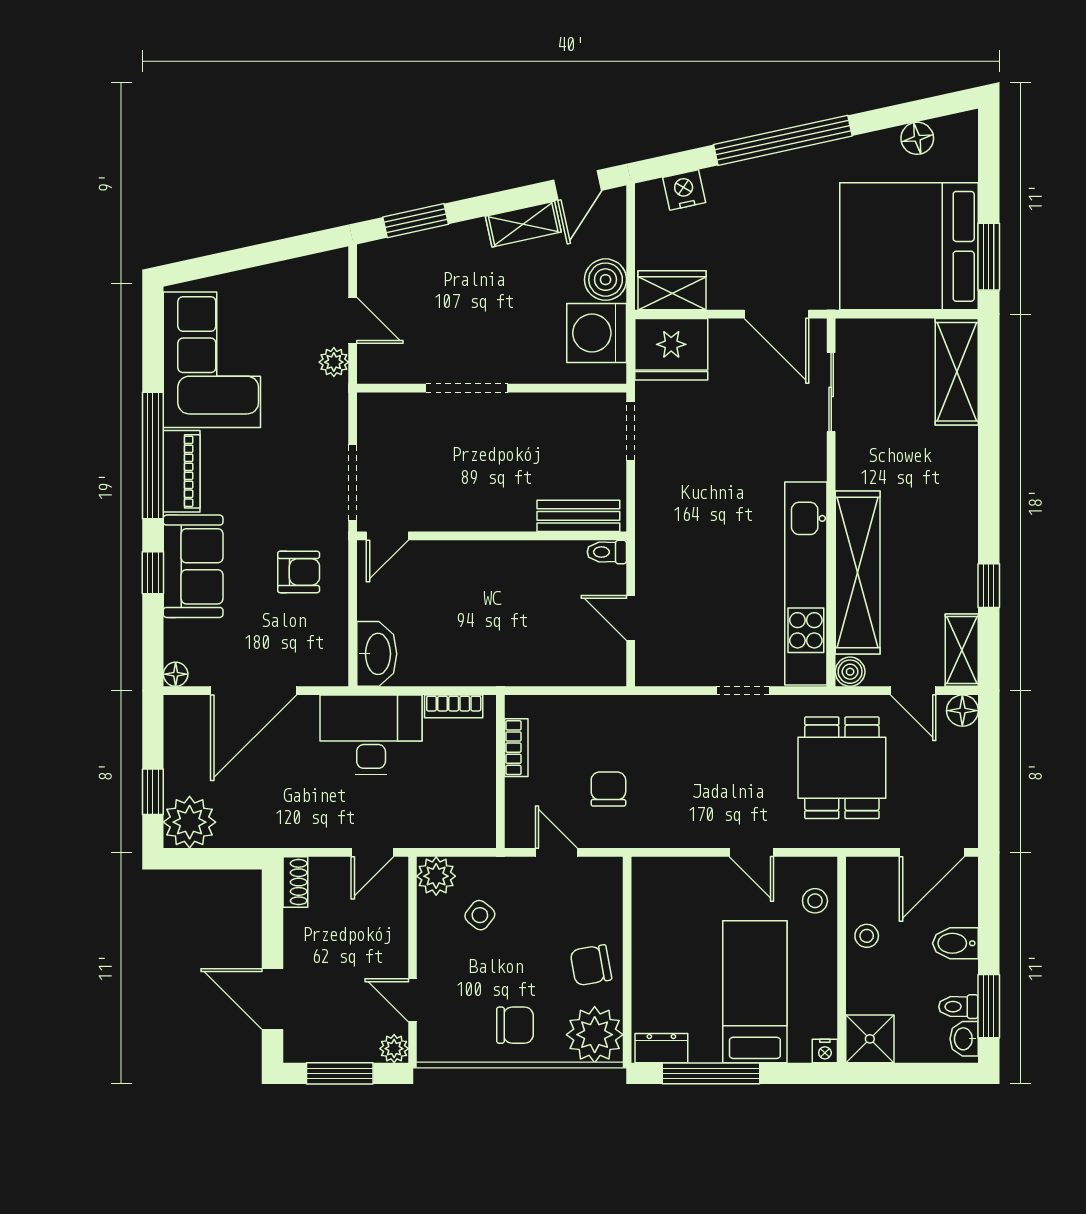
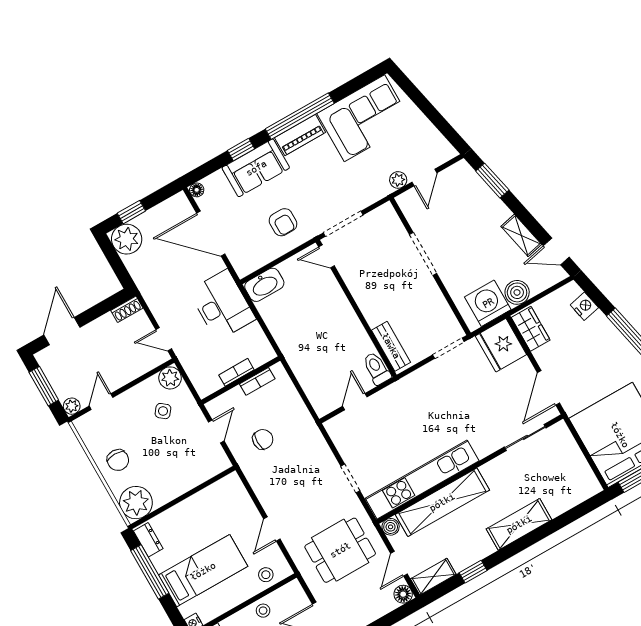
shelving: (957, 372) -> (519, 524), moved
toilet: (607, 552) -> (377, 368), width x1.37, depth x1.39
bookcase: (454, 706) -> (236, 372), moved, turned 90
chair: (591, 965) -> (170, 481), removed

